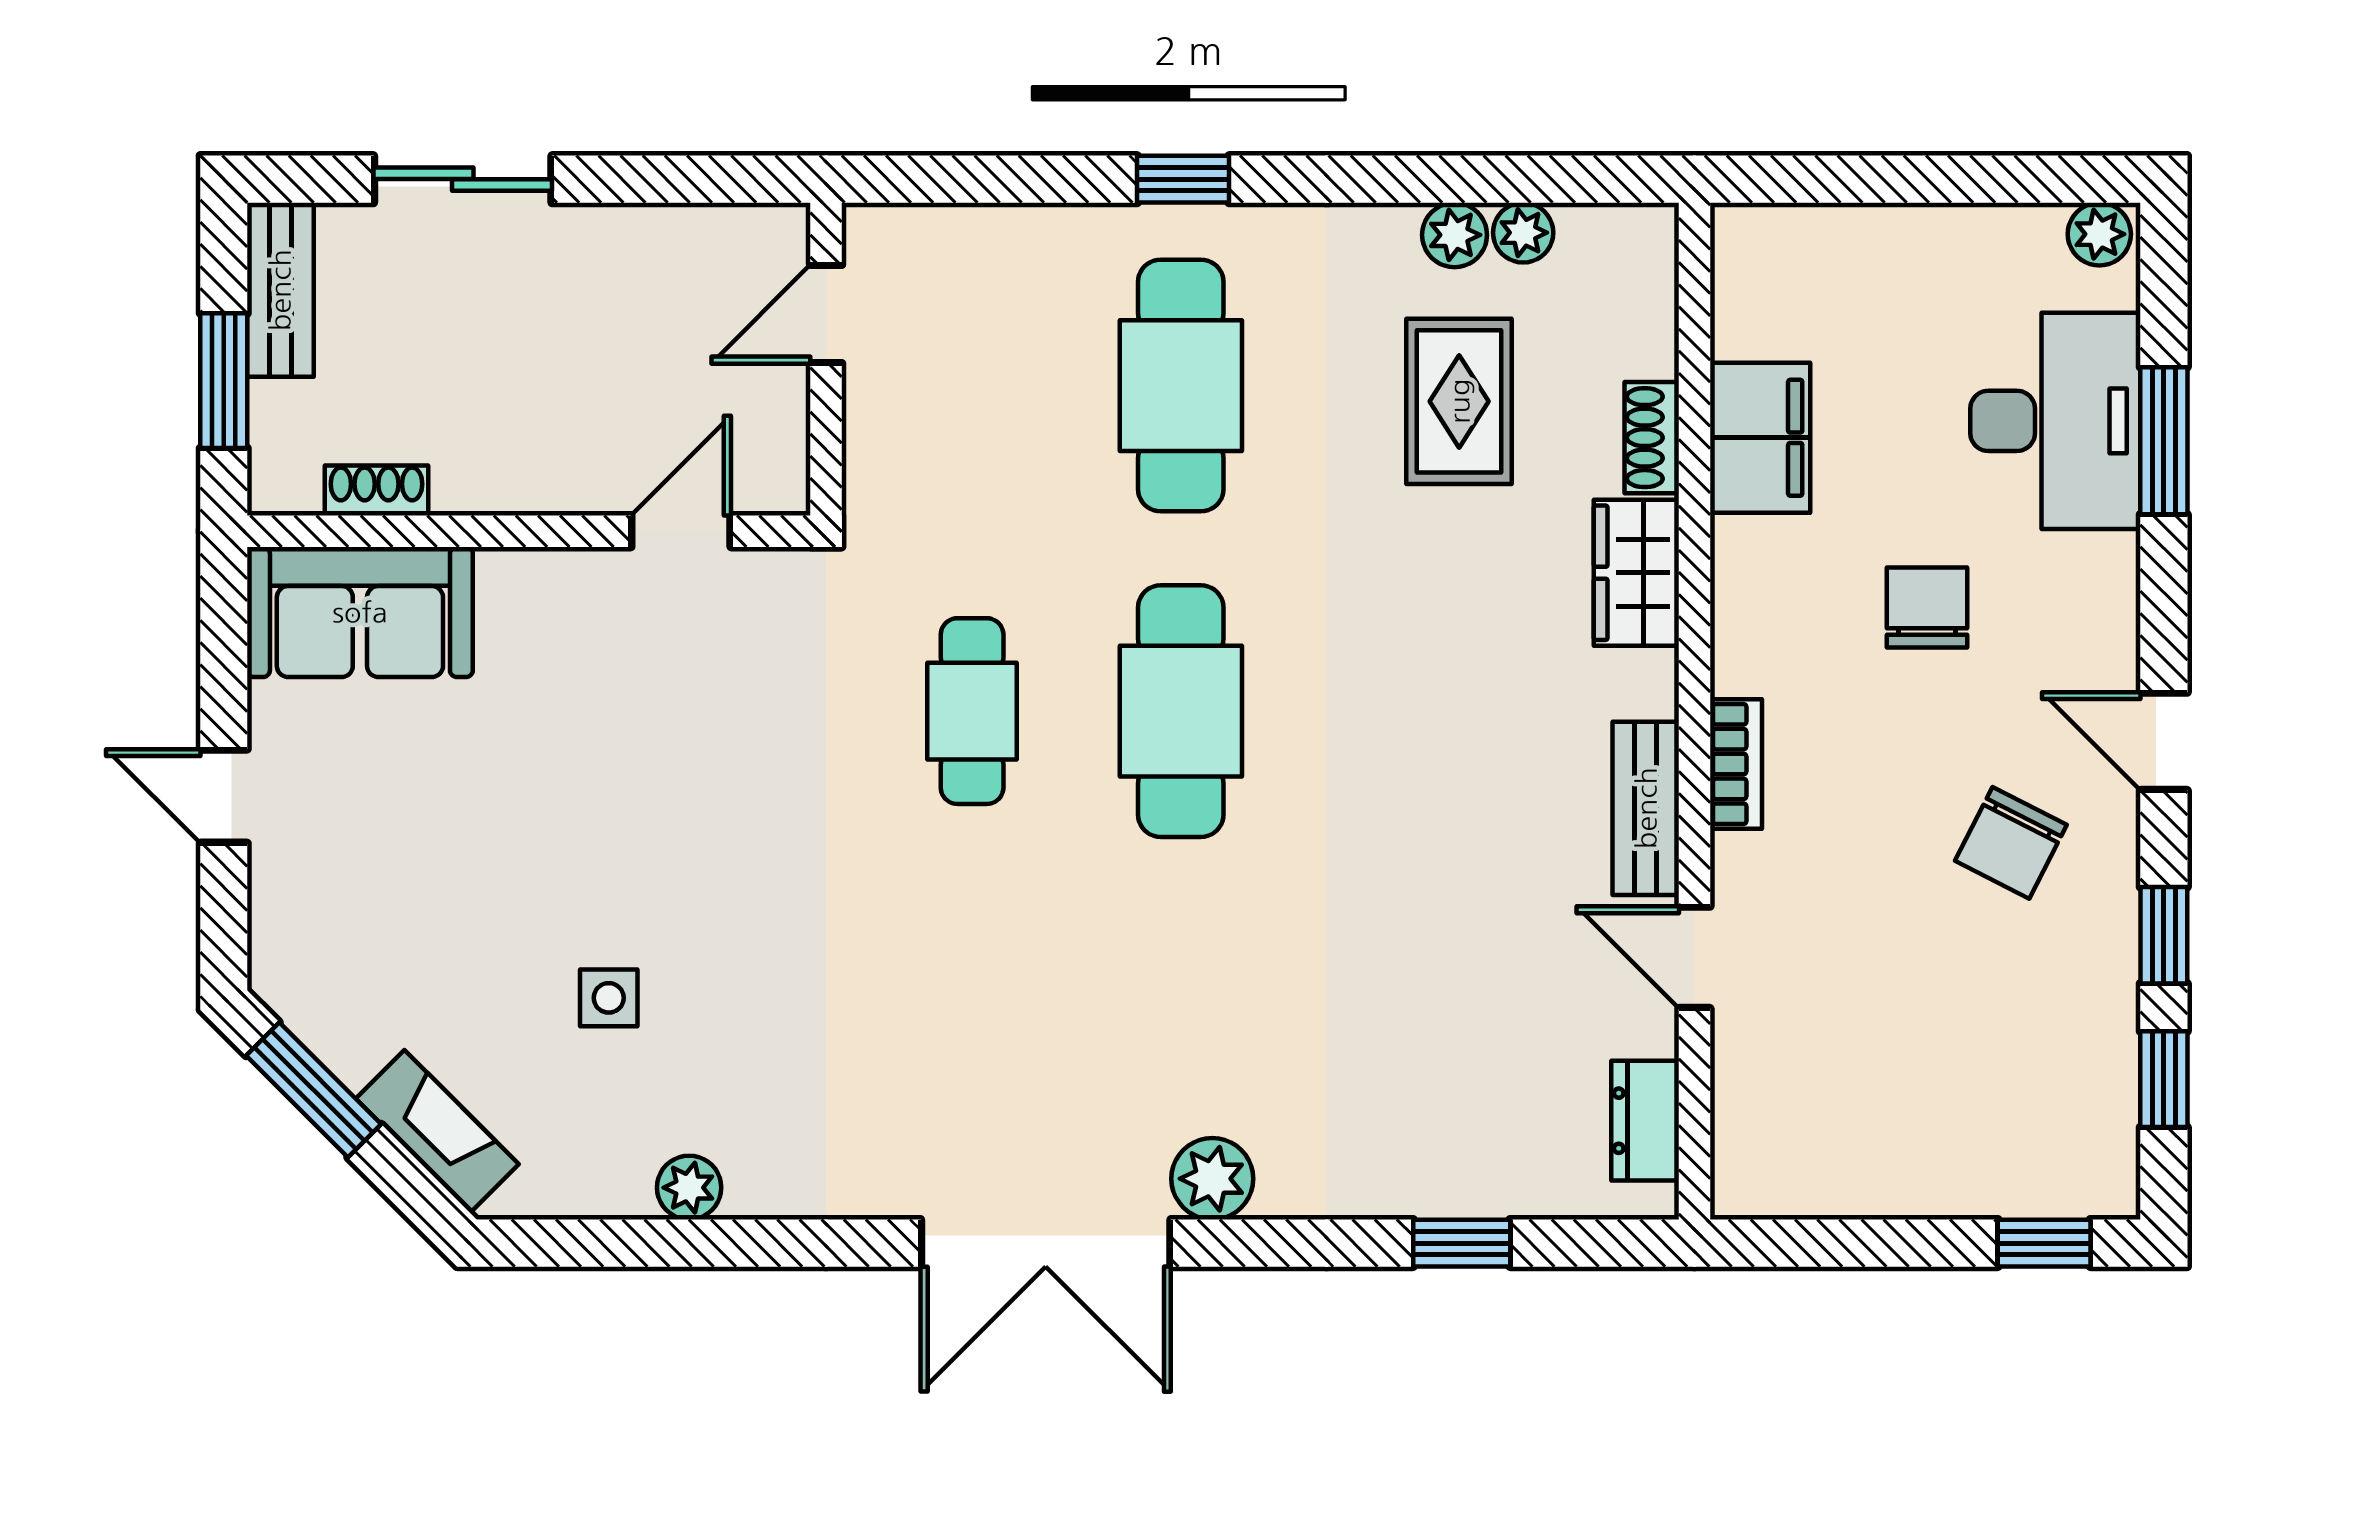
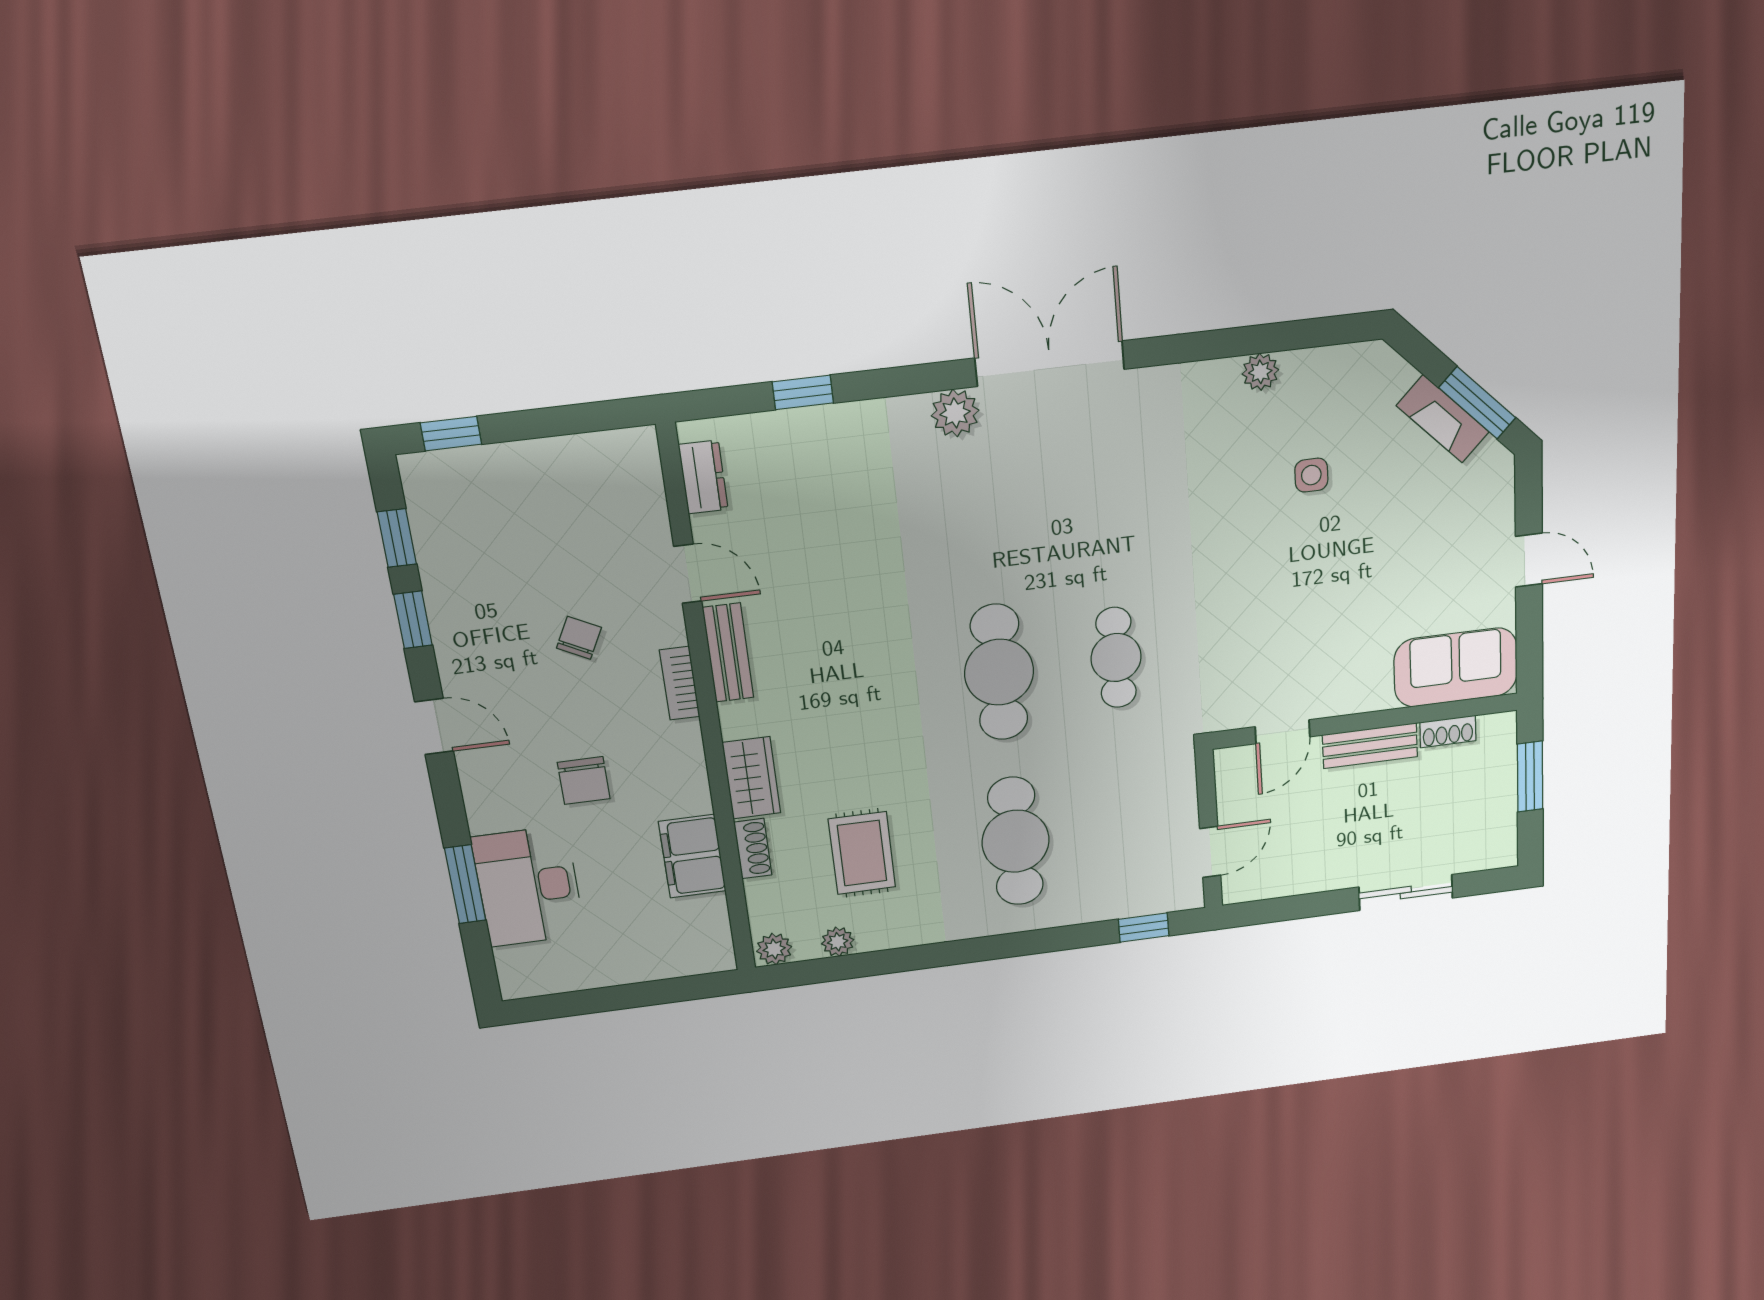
window: (1183, 179) -> (1144, 928), moved
plant: (2099, 234) -> (521, 983), removed
plant: (1455, 235) -> (774, 949), moved
bench: (280, 290) -> (1370, 746), moved, turned 90
chair: (2011, 843) -> (579, 638), moved, width x0.73, depth x0.73
fireplace: (437, 1131) -> (1443, 419), moved

